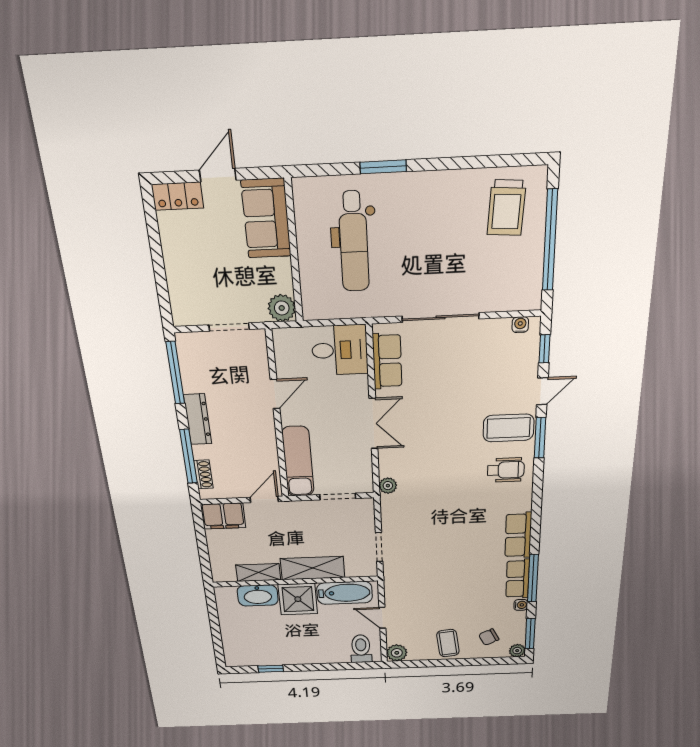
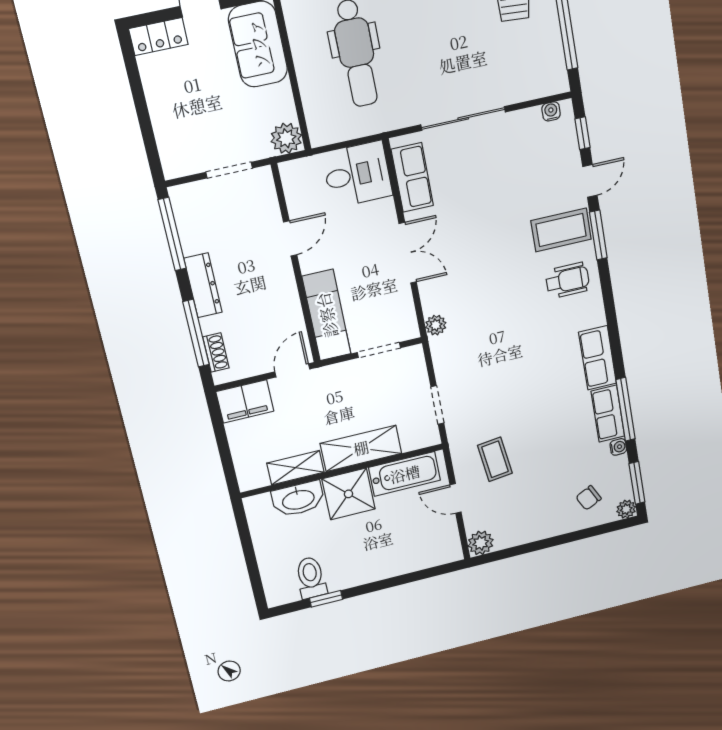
coffee table: (448, 643) -> (495, 459), moved
toilet: (361, 649) -> (311, 578), moved

